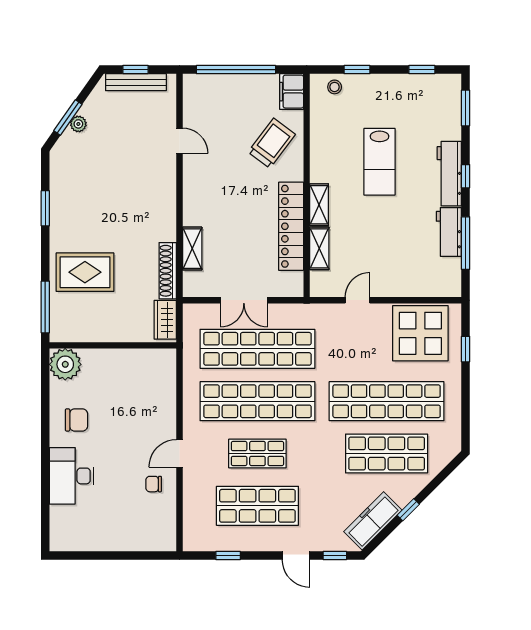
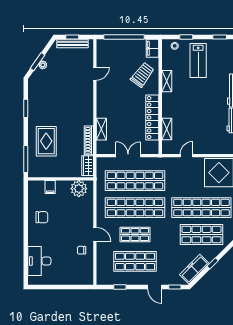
door: (180, 141) -> (95, 74), hinge flipped
lab bench: (380, 162) -> (198, 61), moved
shelving: (319, 205) -> (167, 81), moved
rug: (85, 272) -> (46, 141), turned 90
double door: (244, 300) -> (128, 156), swing flipped
filing cabinet: (92, 361) -> (50, 187), added
plant: (65, 364) -> (79, 189), moved
door: (180, 453) -> (95, 234), swing flipped
desk: (72, 476) -> (39, 261), moved

